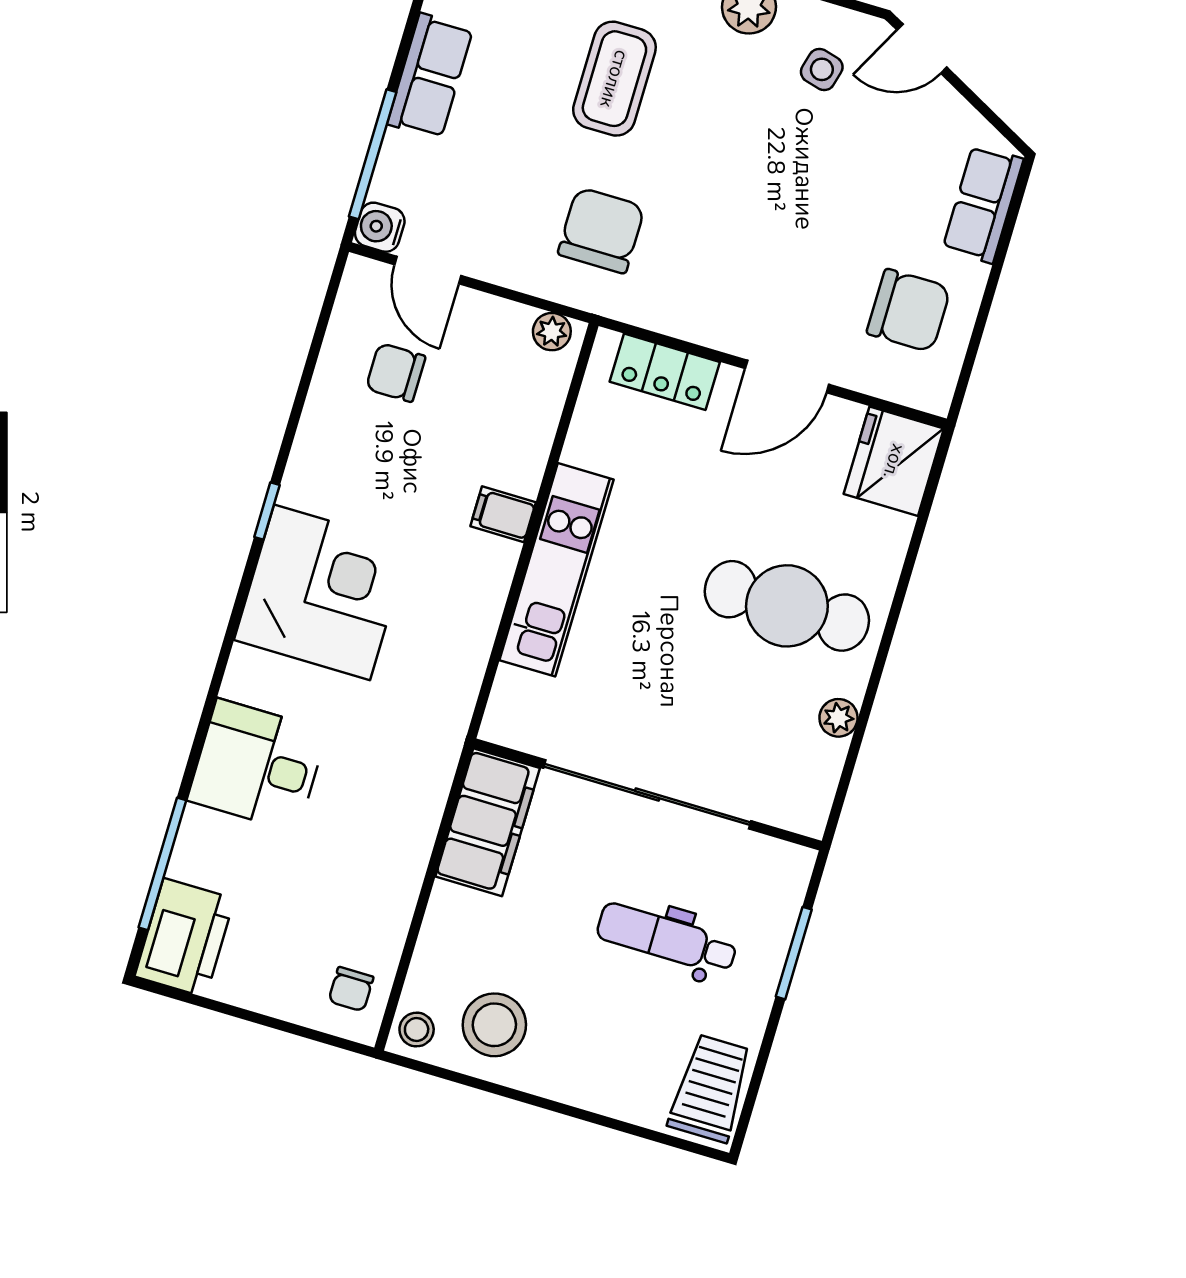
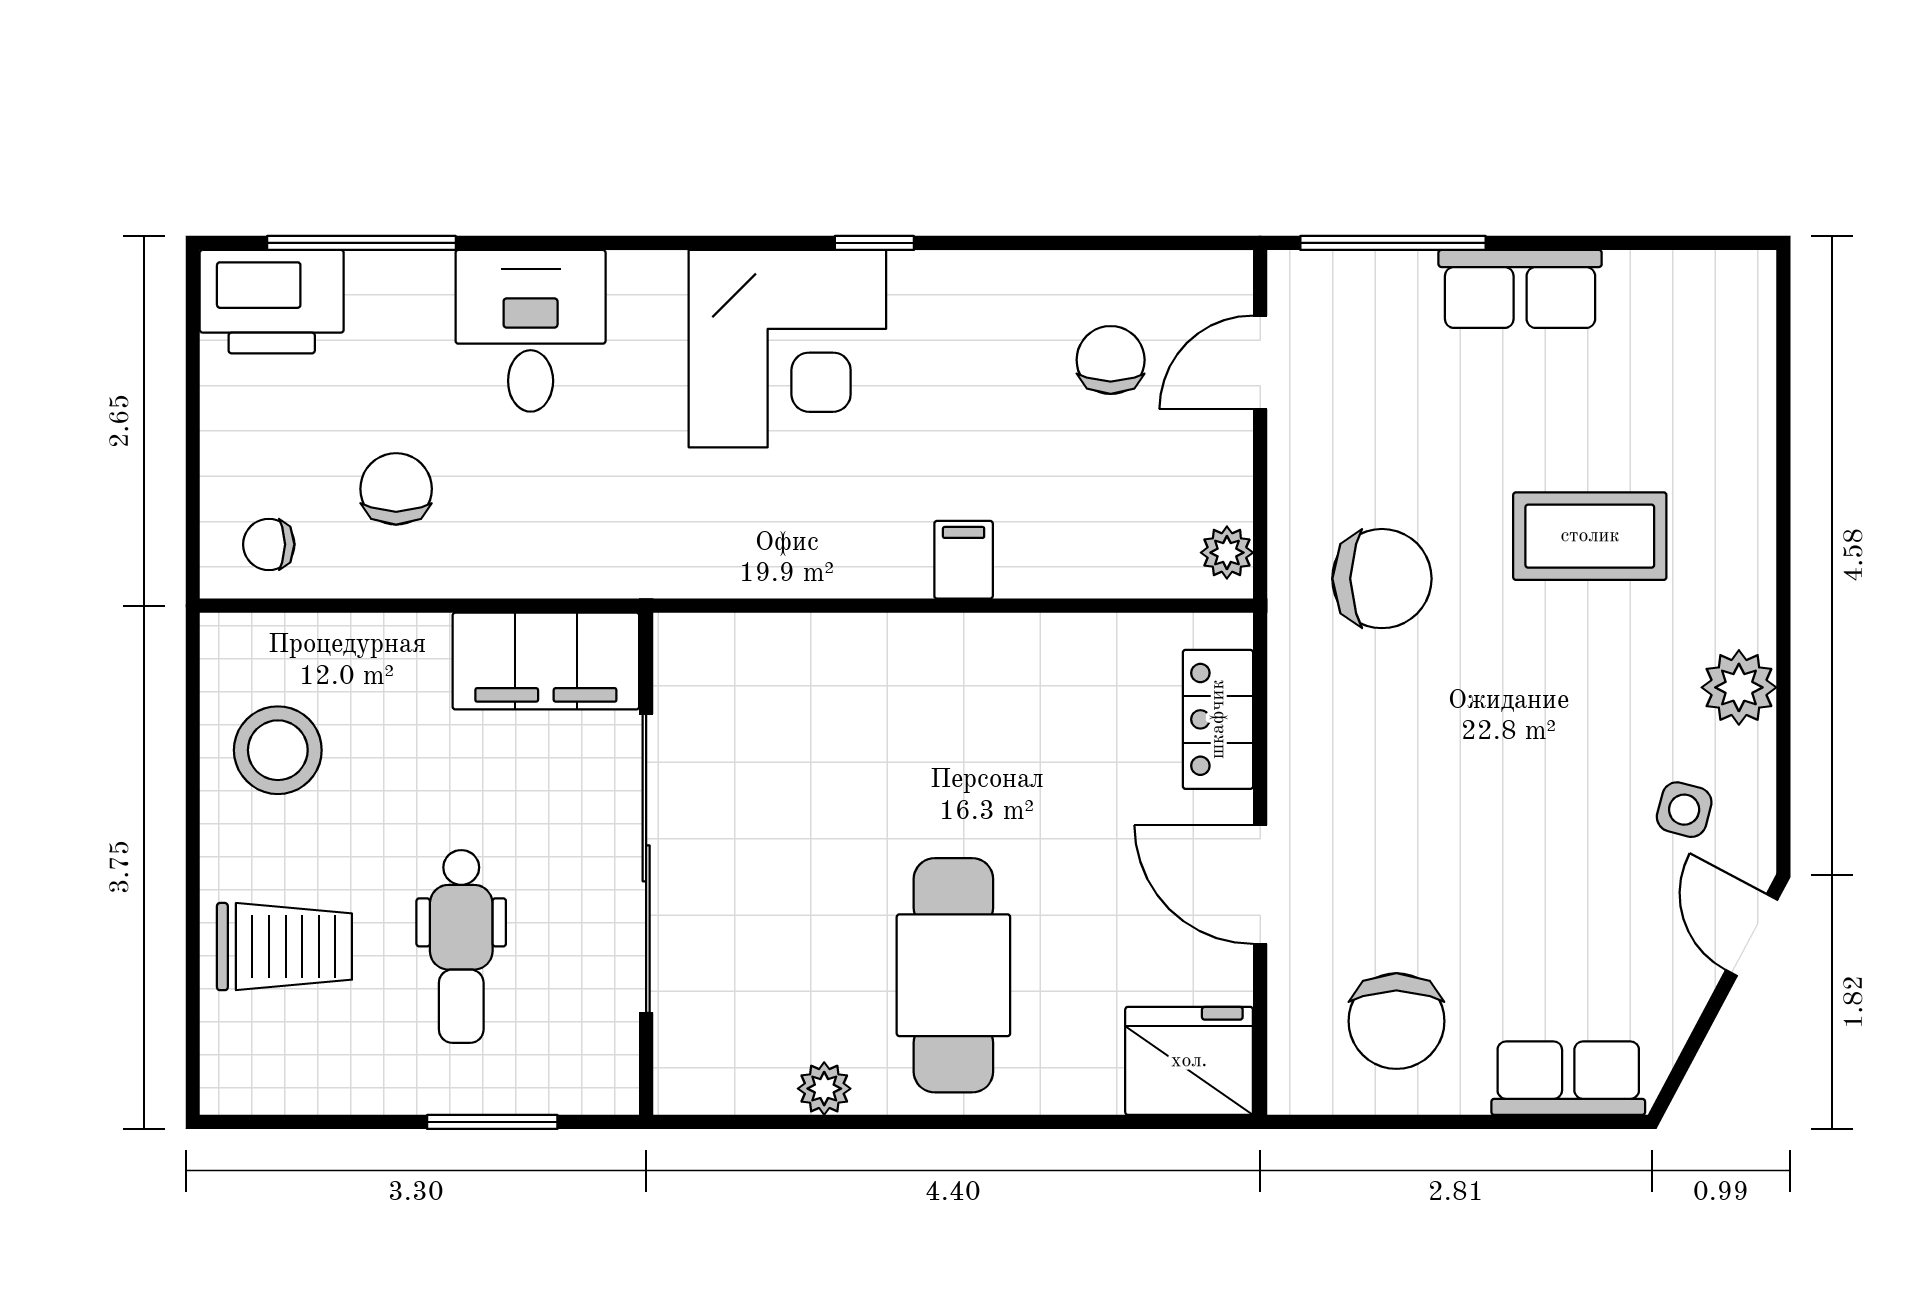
water cooler: (380, 227) -> (1298, 281), removed
kitchen unit: (556, 570) -> (910, 653), removed
chair: (339, 890) -> (396, 489), added
dental chair: (667, 939) -> (461, 946), turned 180
stool: (417, 1030) -> (241, 648), removed
trolley: (710, 1088) -> (284, 947), moved

